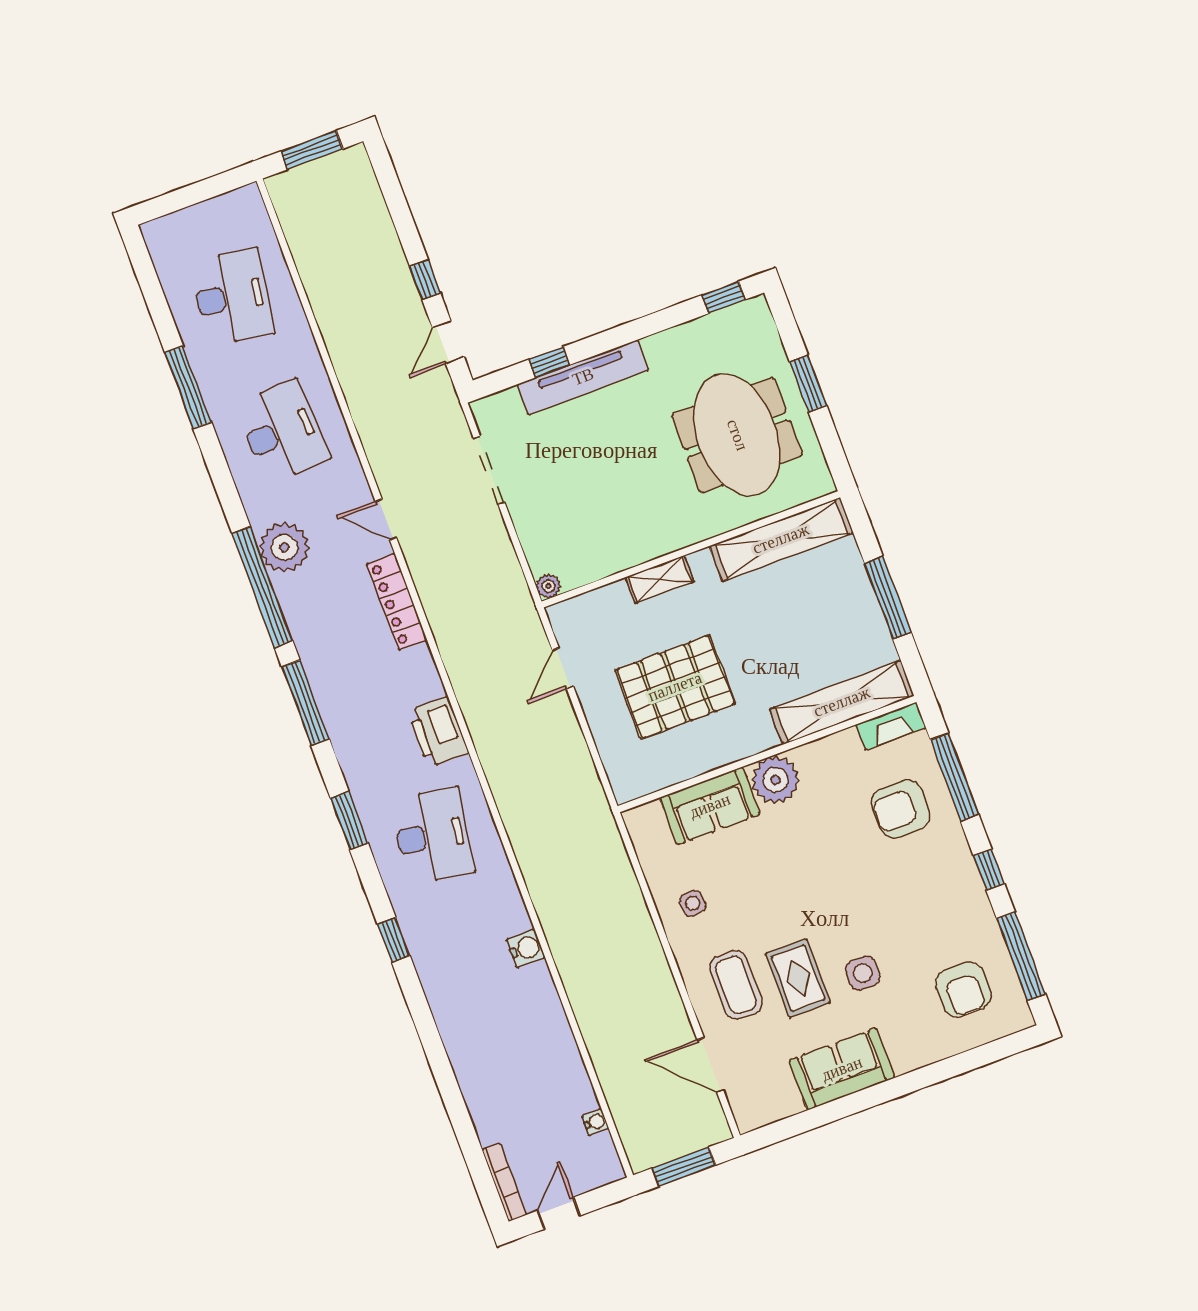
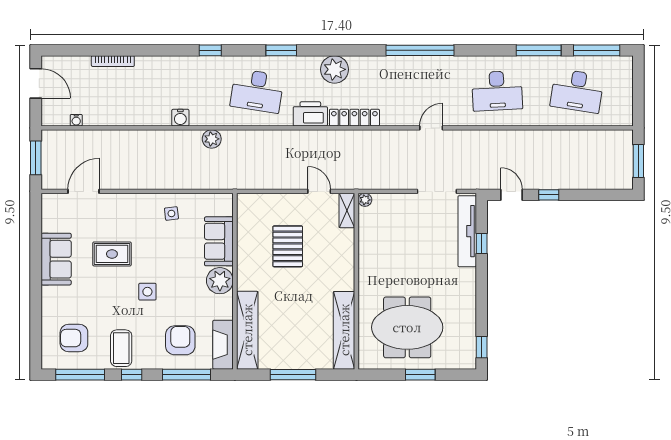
tv unit: (583, 377) -> (467, 231), moved
plant: (284, 547) -> (334, 69), moved
shelving: (660, 579) -> (347, 210), moved
locker: (397, 602) -> (354, 118), moved
pallet: (675, 687) -> (288, 246), width x0.73, depth x0.71
window: (305, 703) -> (597, 50), moved
fireplace: (891, 726) -> (223, 345), width x1.37, depth x1.32
plant: (542, 882) -> (212, 139), added
side table: (863, 973) -> (147, 292), moved
coffee table: (736, 985) -> (121, 348), moved, turned 90
bookcase: (504, 1182) -> (113, 61), moved
door: (559, 1213) -> (36, 83), width x1.38

